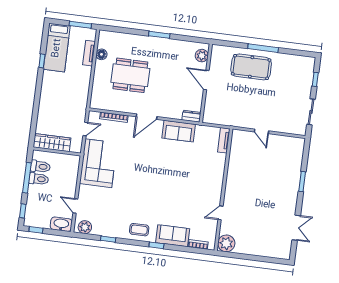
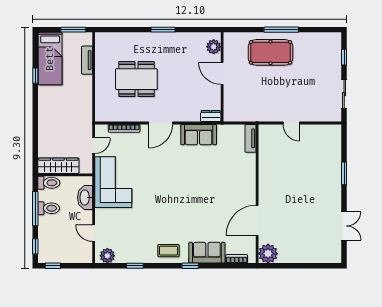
floor lamp: (101, 54) -> (101, 60), removed
toilet: (40, 167) -> (49, 183), moved
door: (220, 213) -> (257, 220), width x1.87
washbasin: (61, 224) -> (85, 198), moved, turned -90

